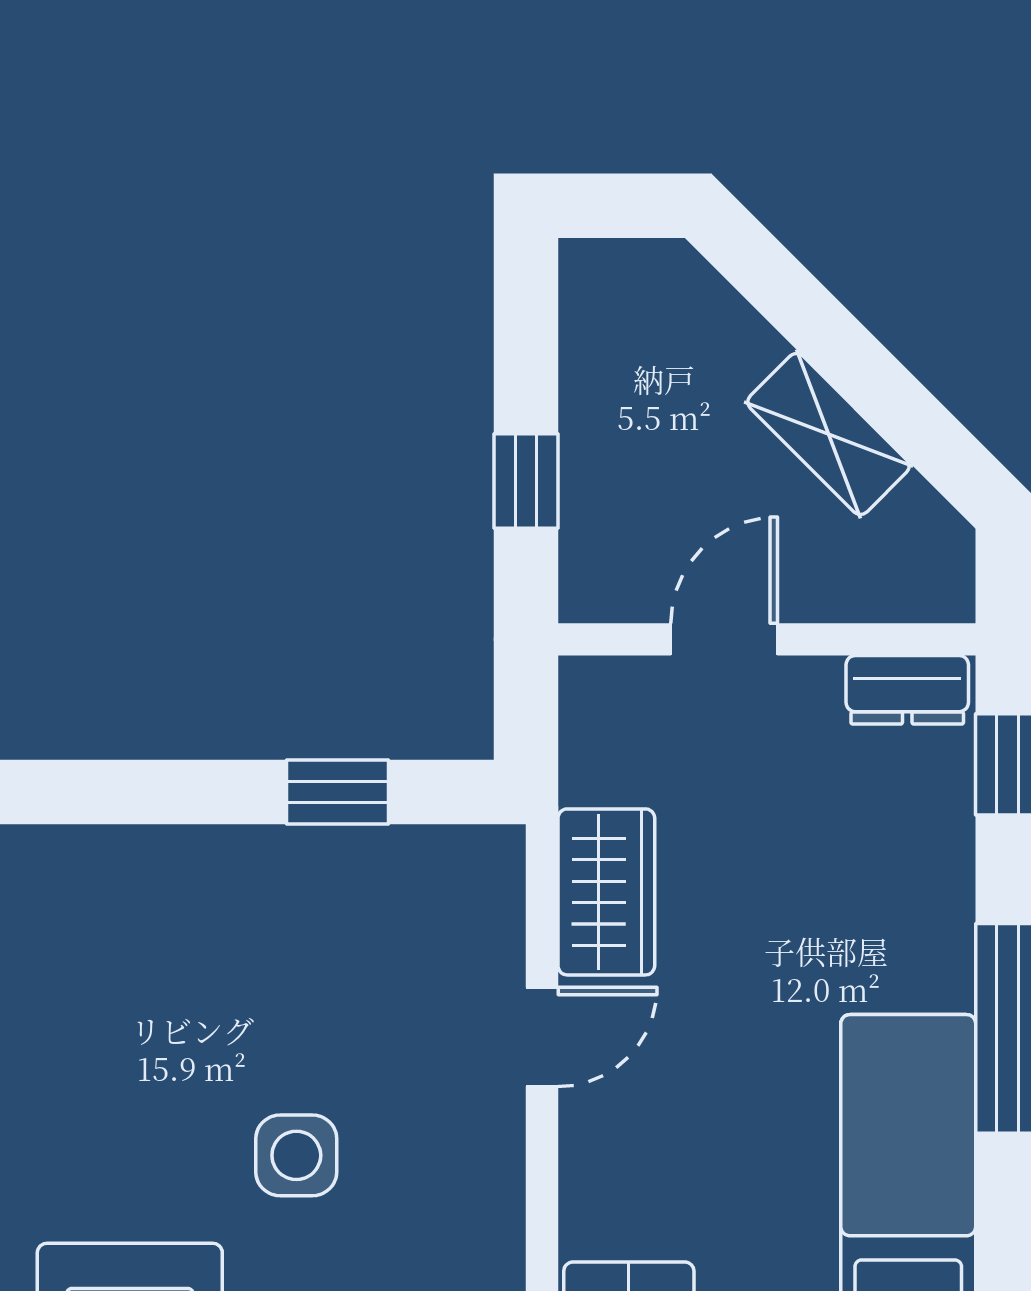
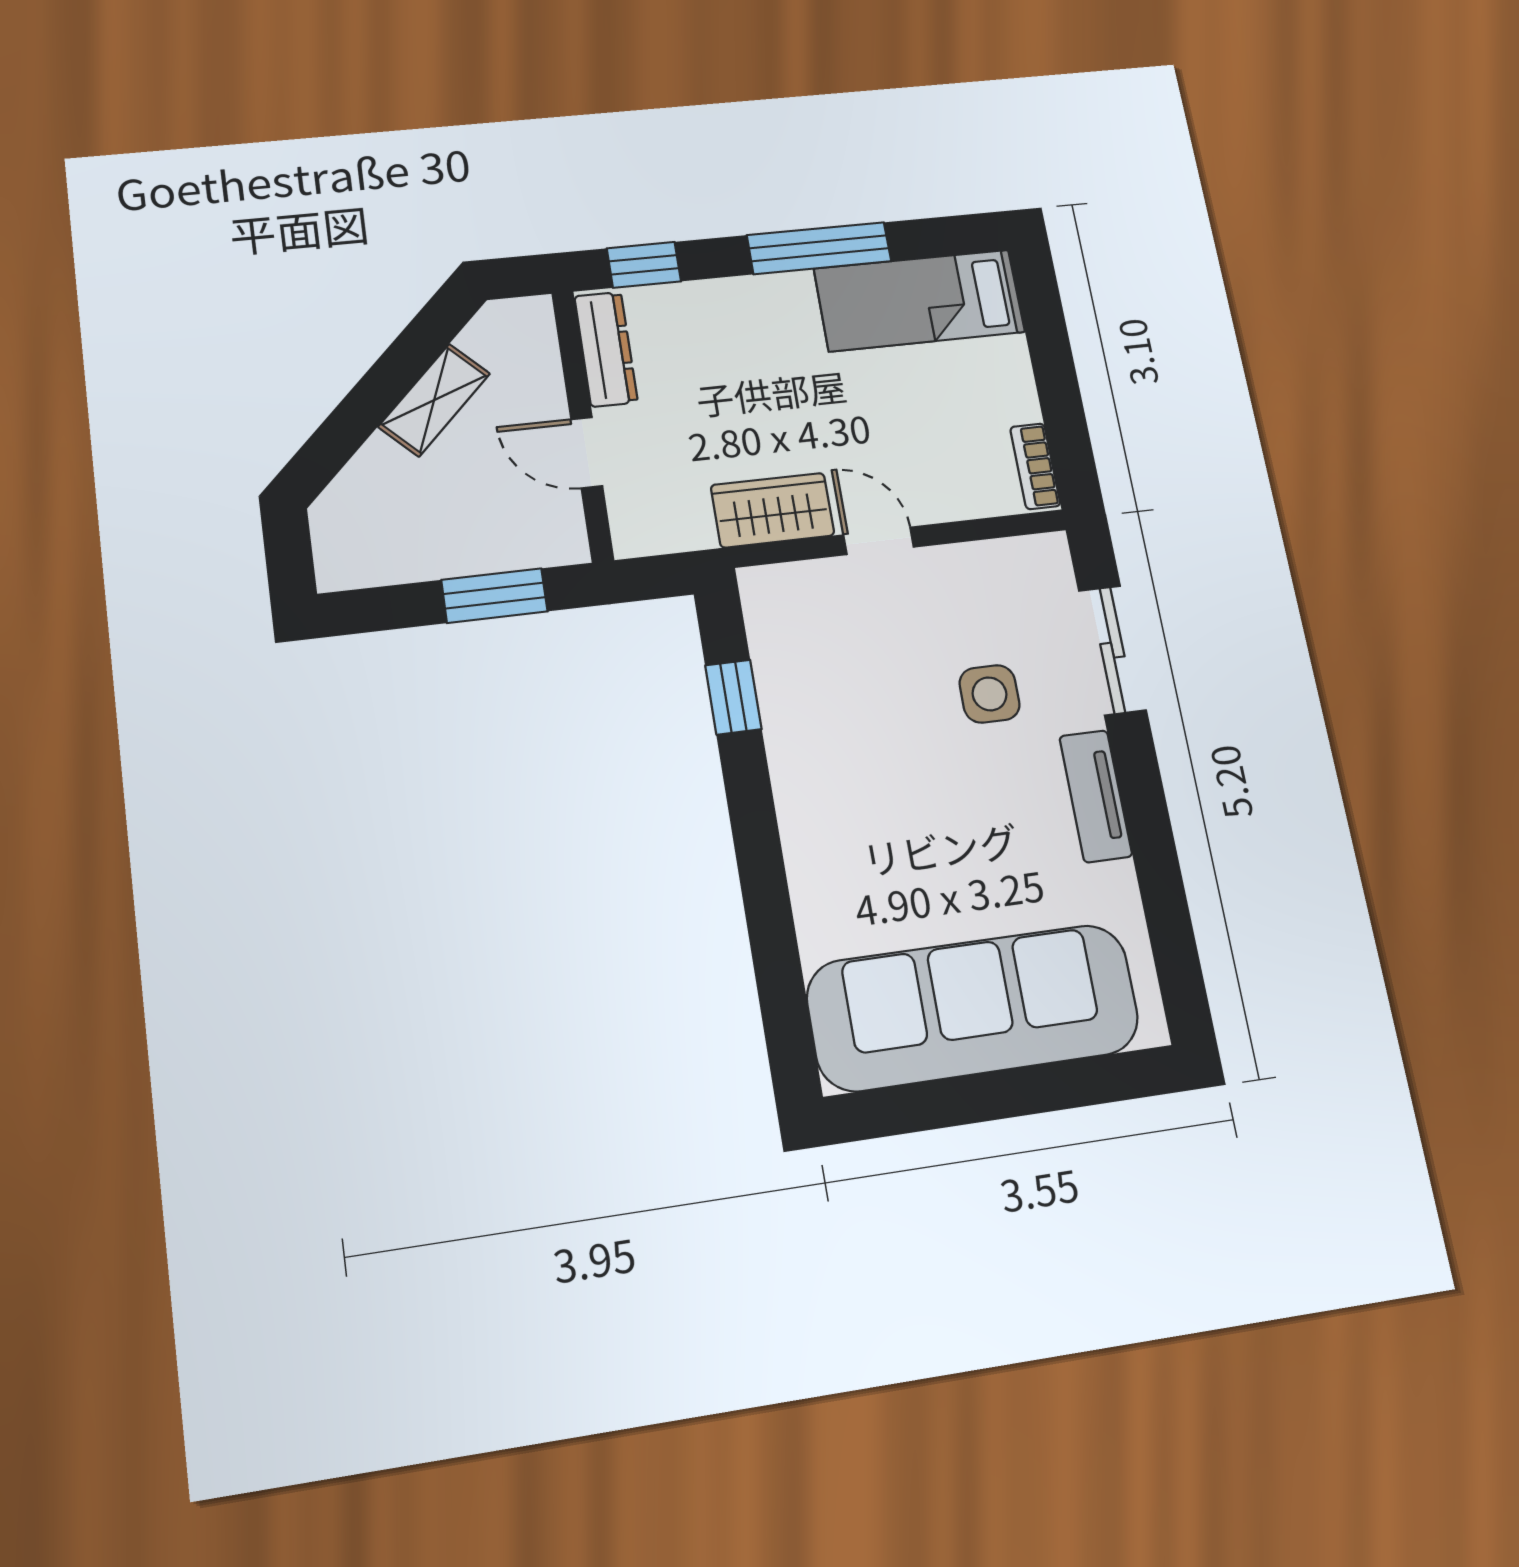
window: (526, 481) -> (494, 596), width x1.50
dresser: (907, 690) -> (606, 349), width x1.44

